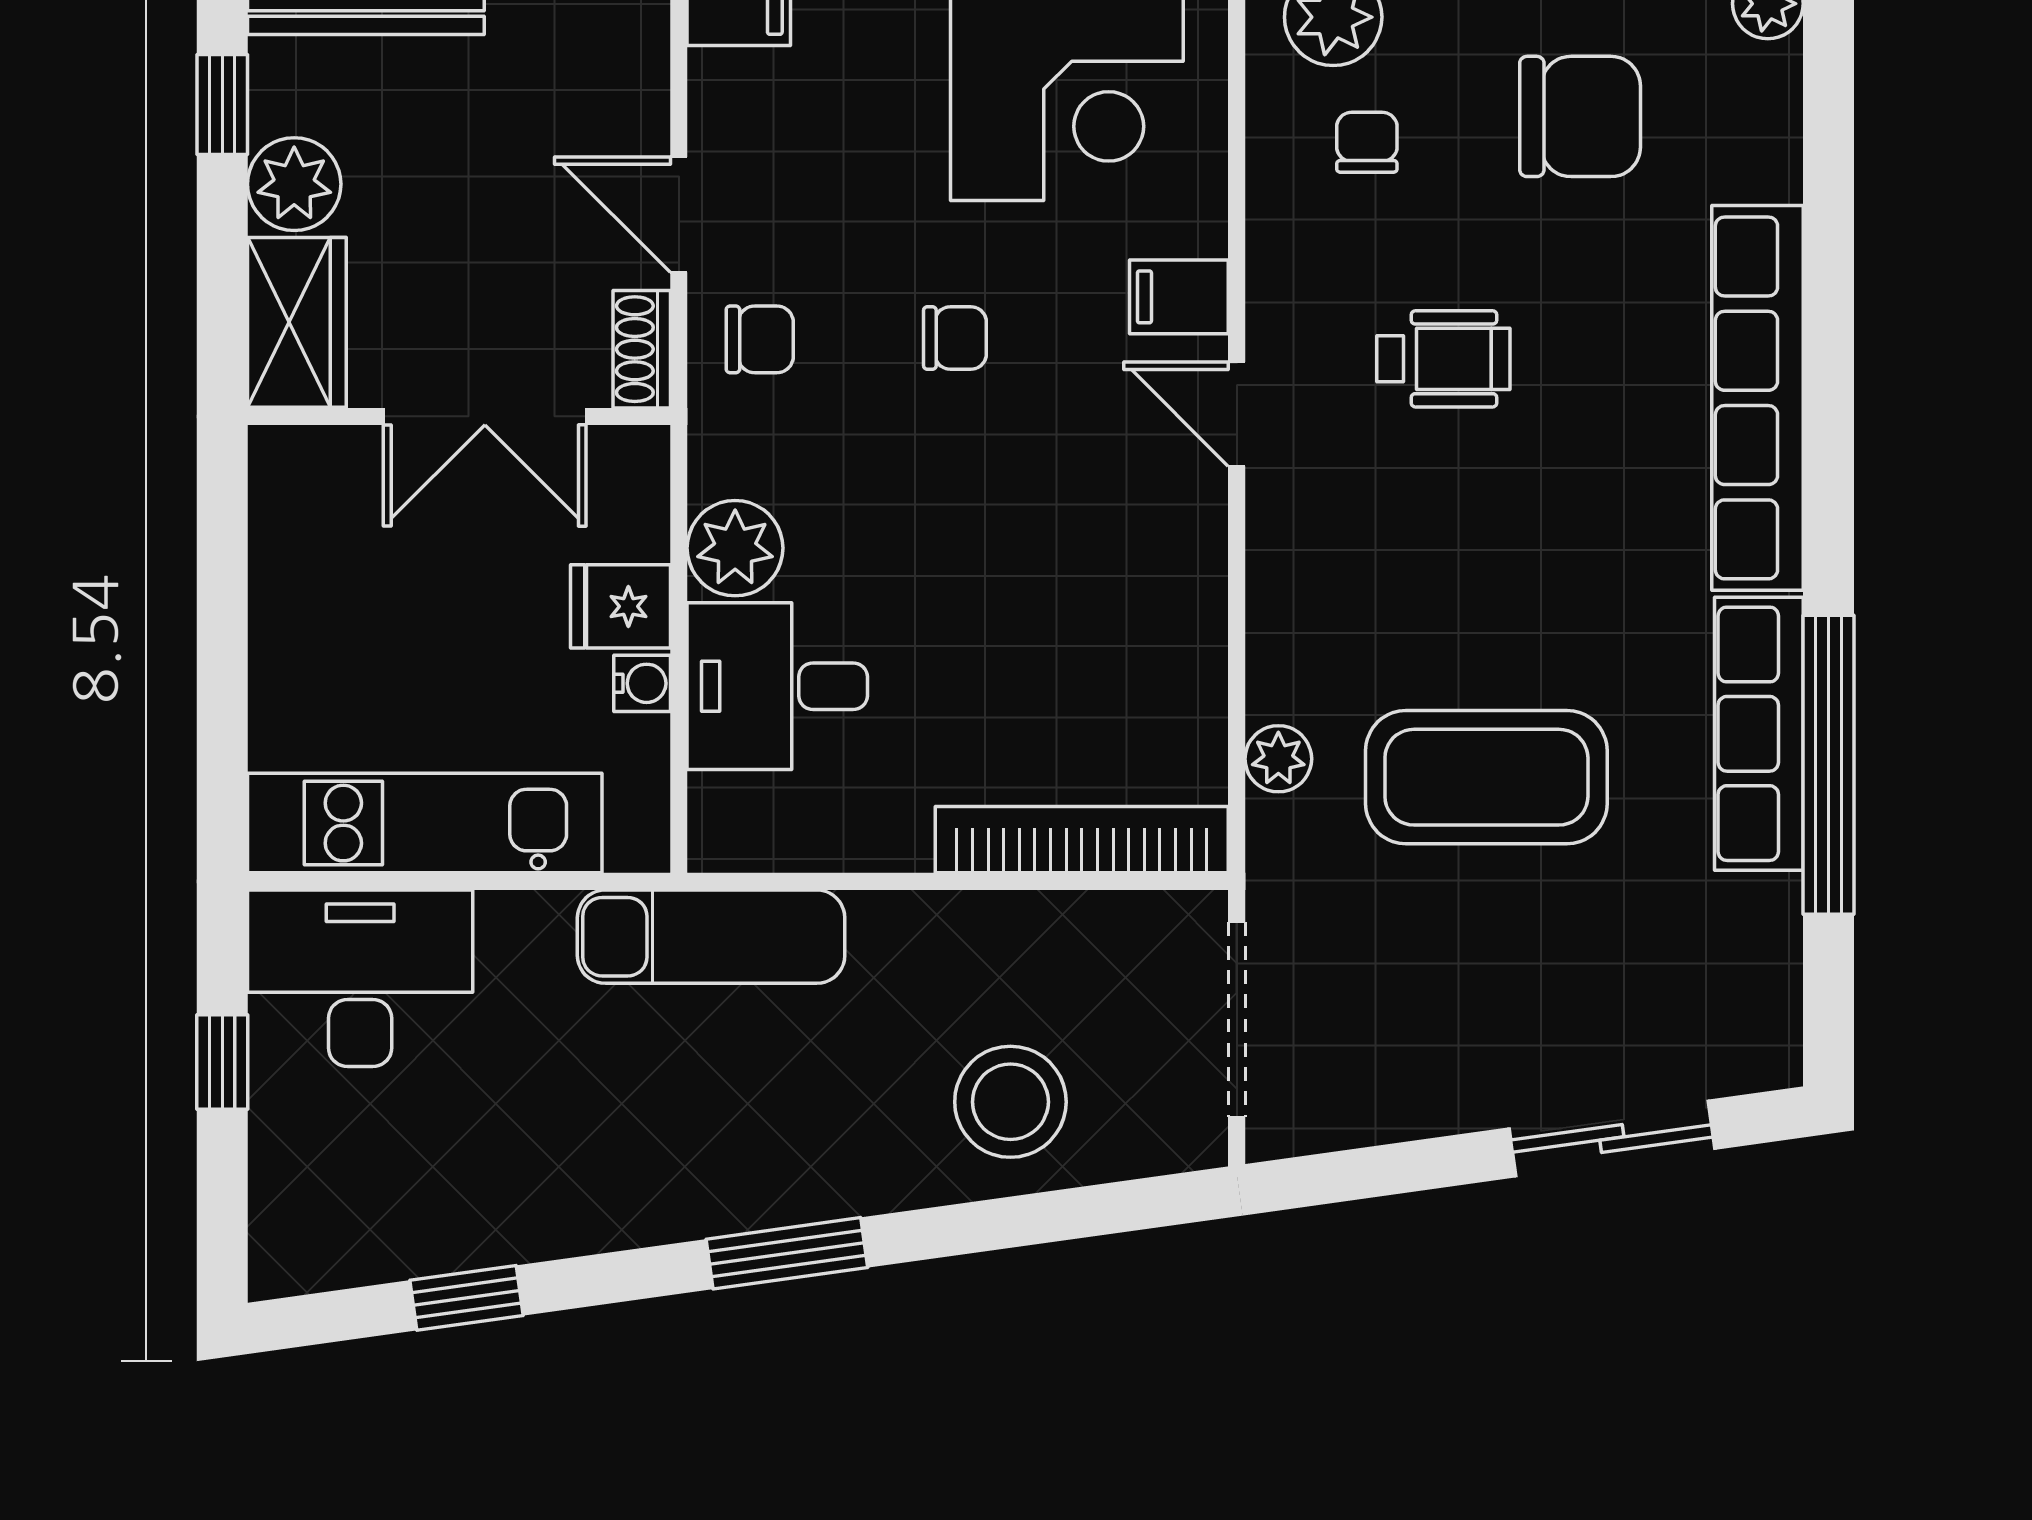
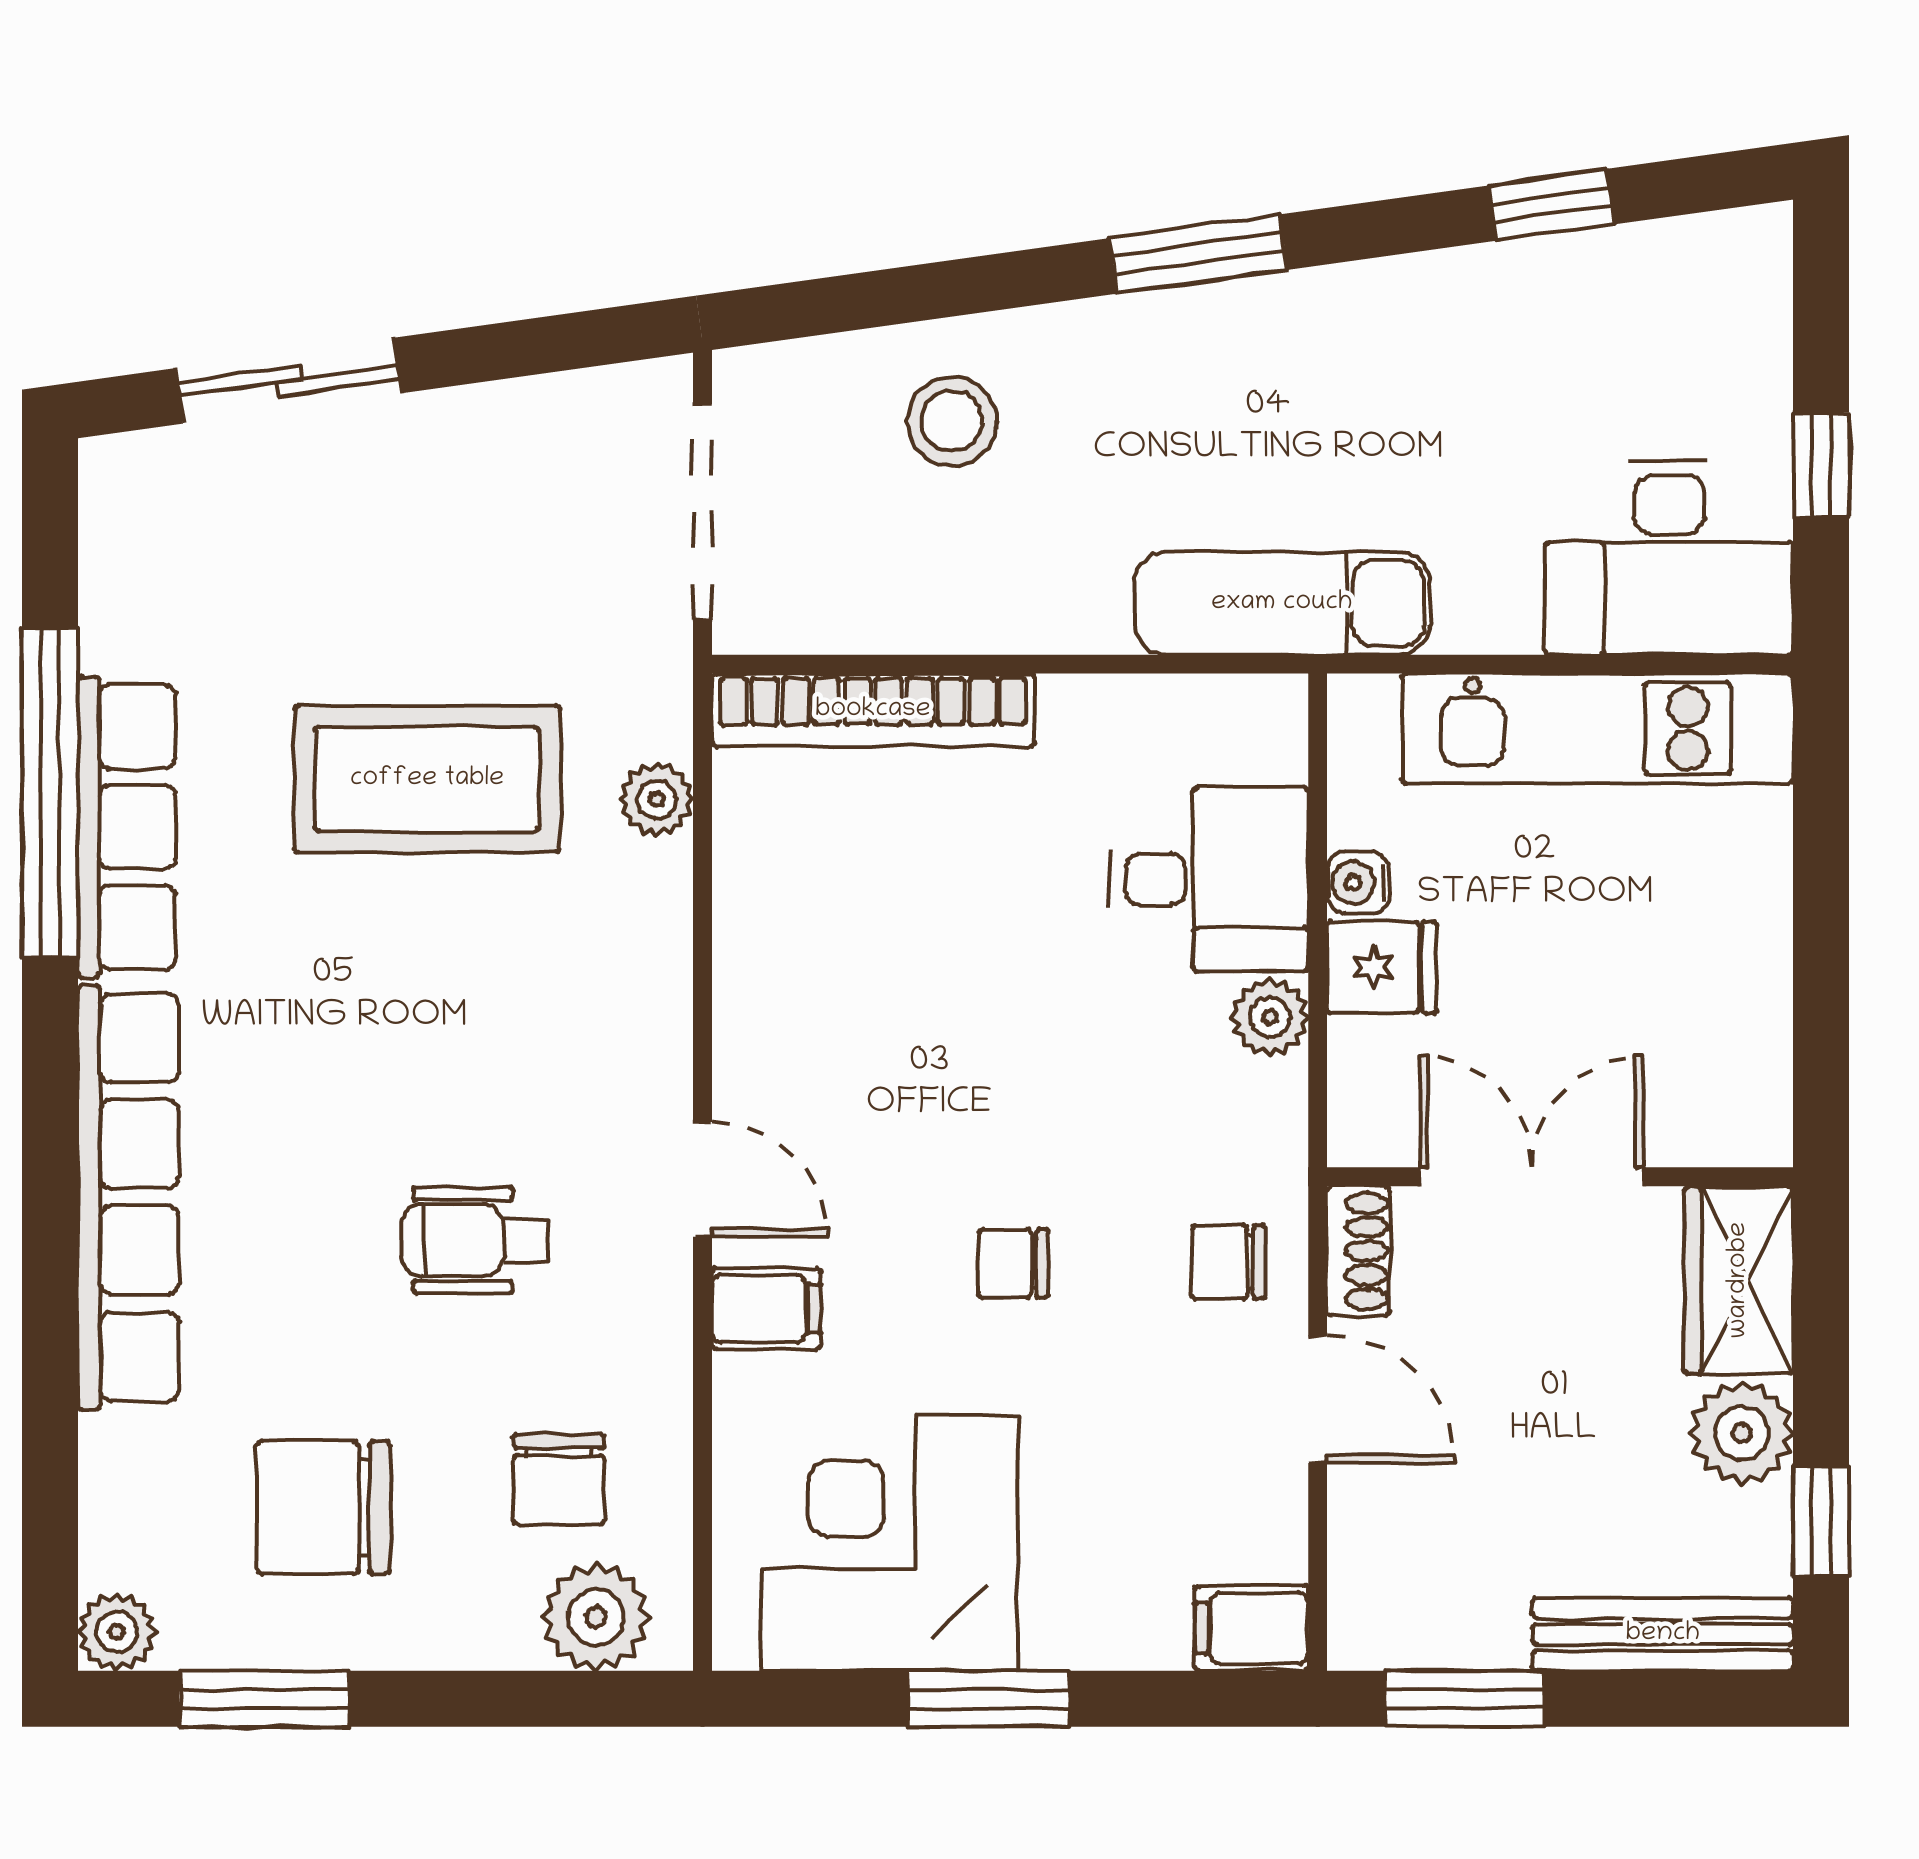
chair: (1367, 142) -> (559, 1479), width x1.37, depth x1.37
plant: (735, 548) -> (1270, 1017), width x0.73, depth x0.73
stool: (1010, 1102) -> (952, 421), width x0.73, depth x0.73

